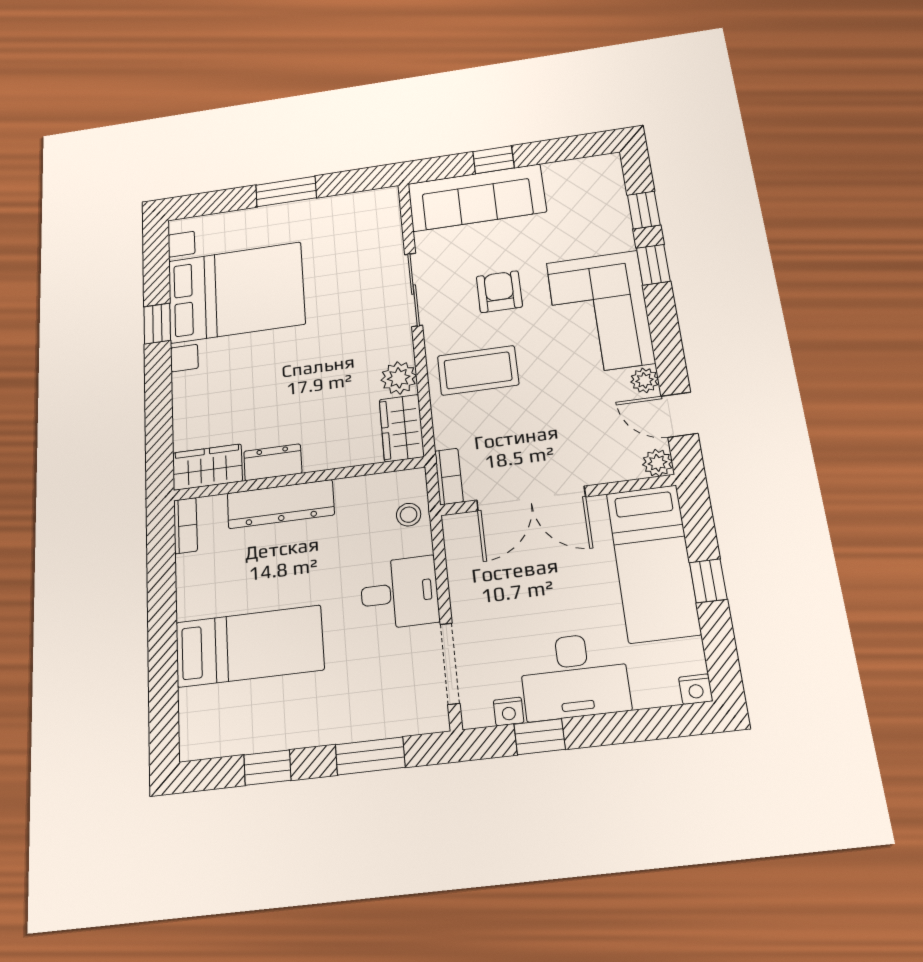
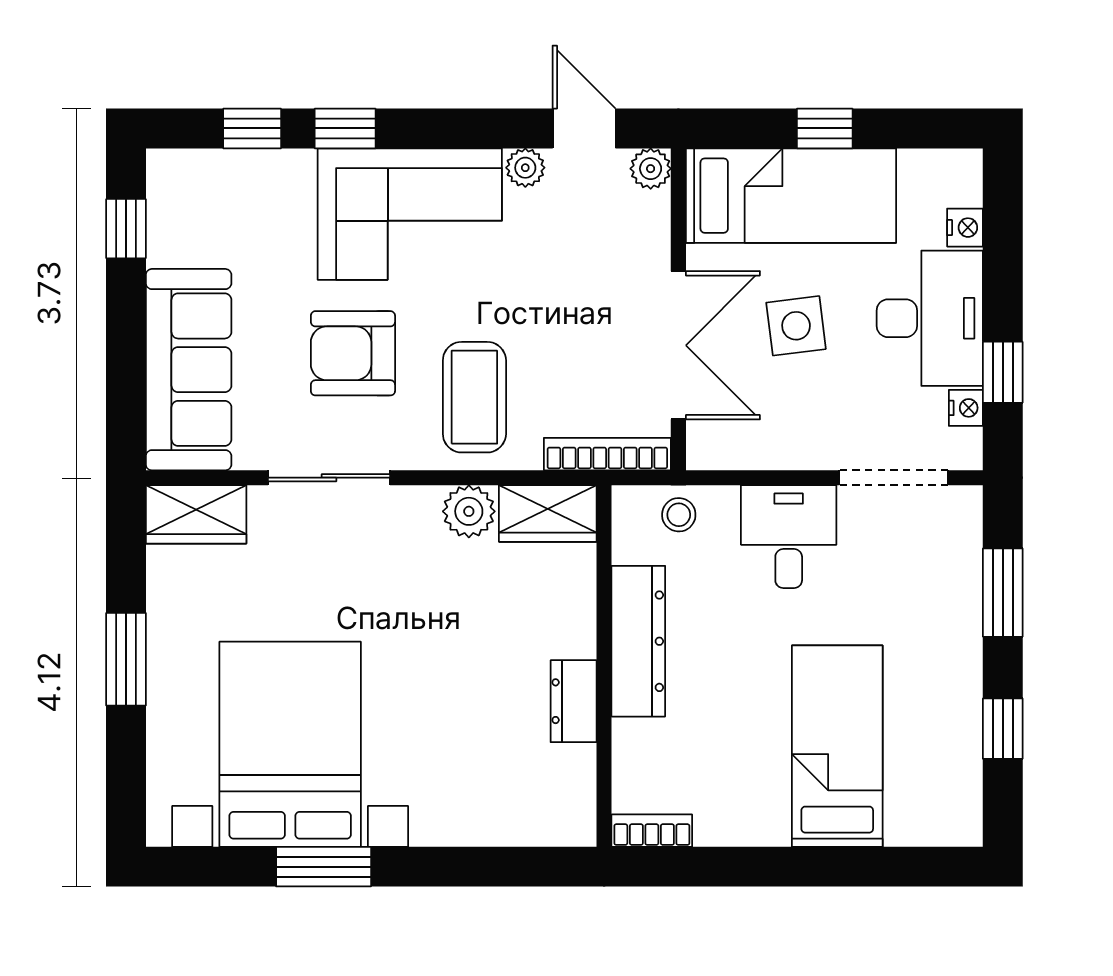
window: (493, 160) -> (126, 229), moved
armchair: (499, 292) -> (353, 353), width x1.38, depth x1.38
window: (157, 323) -> (324, 867), width x1.50
door: (679, 415) -> (584, 128), swing flipped
wardrobe: (207, 467) -> (196, 514), moved, turned -90
bookcase: (449, 476) -> (607, 454), width x1.56
dresser: (281, 504) -> (638, 641), moved
side table: (556, 579) -> (796, 326), added
nightstand: (696, 689) -> (965, 228), moved

